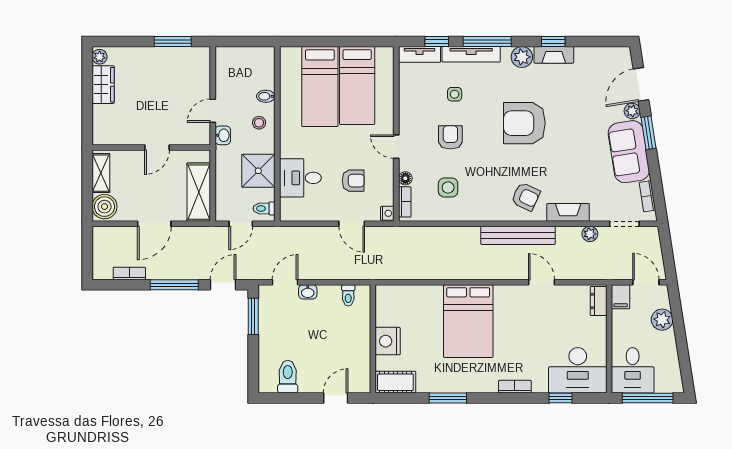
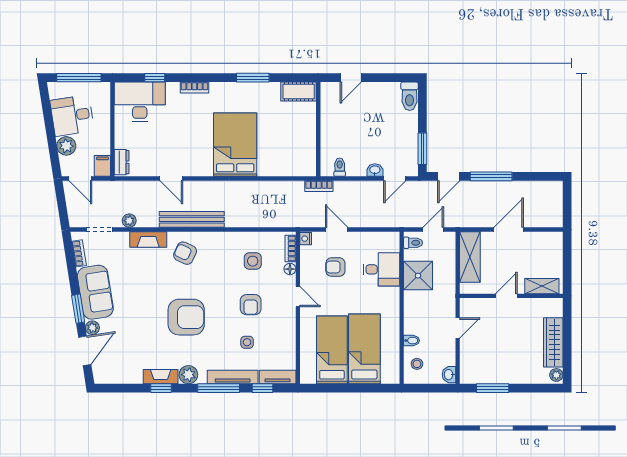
wardrobe: (103, 85) -> (553, 342), width x1.50
stool: (259, 123) -> (417, 364), moved
washbasin: (223, 135) -> (449, 375), moved
shelving: (101, 173) -> (542, 286), moved, turned 90
boiler: (104, 207) -> (552, 244), removed
bookcase: (129, 273) -> (319, 186), moved
nightstand: (388, 341) -> (305, 127), removed
desk: (633, 370) -> (72, 116), moved, turned -99
toilet: (288, 377) -> (410, 96), moved

